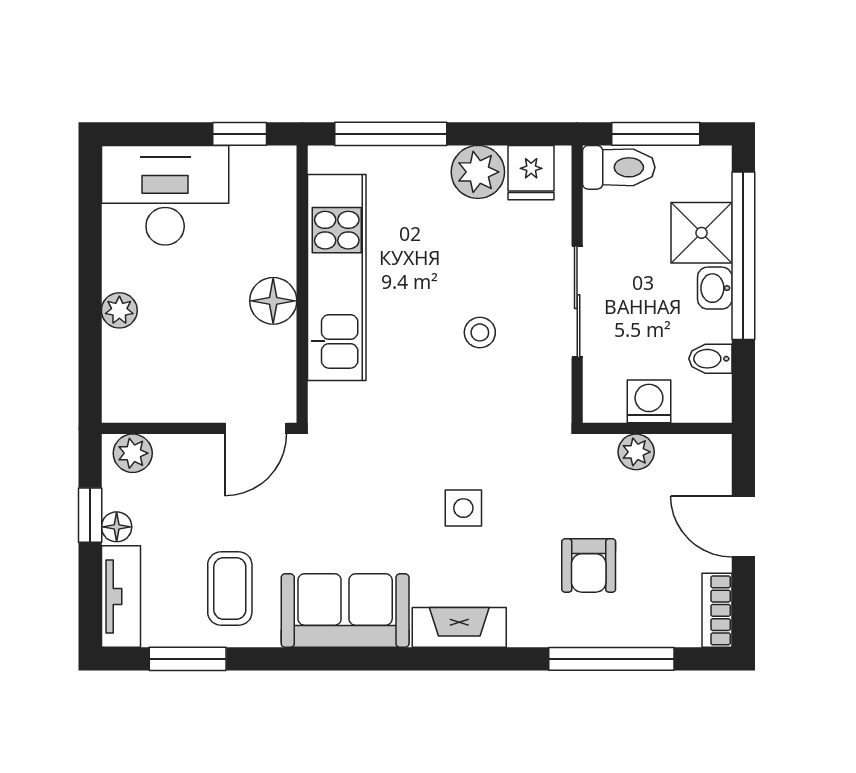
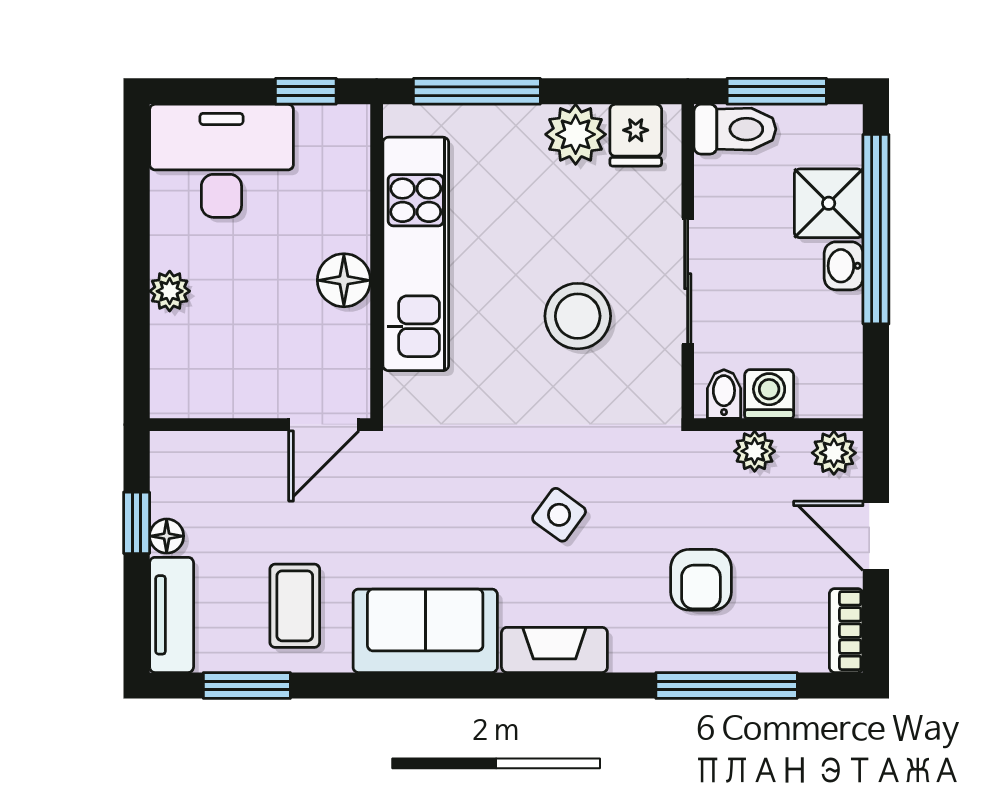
stool: (480, 332) -> (578, 316), width x1.89, depth x1.89
bidet: (710, 359) -> (724, 394), moved, turned 90
plant: (133, 453) -> (834, 453), moved
side table: (463, 508) -> (559, 515), turned 36

